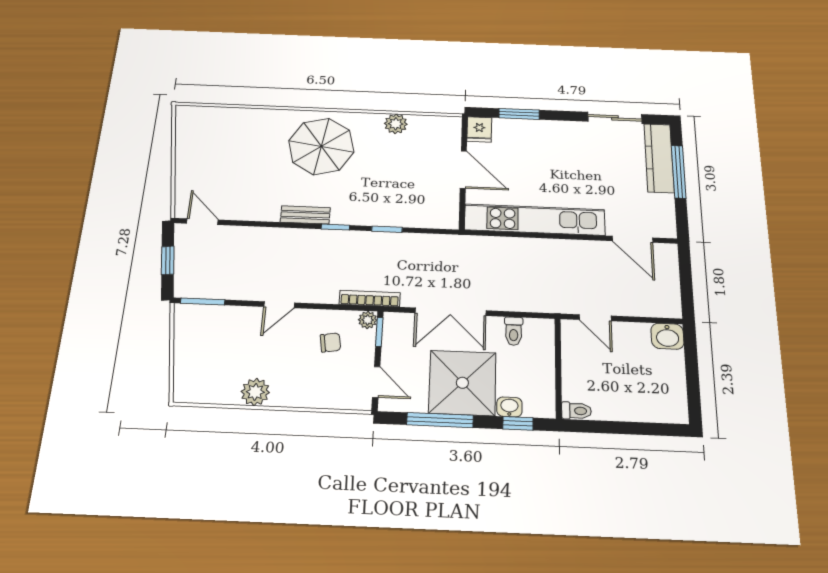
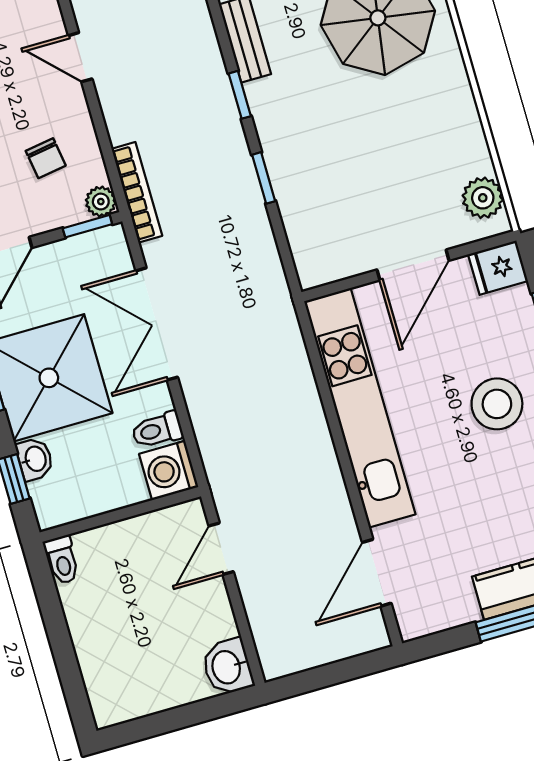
plant: (396, 124) -> (483, 198), moved
stool: (554, 152) -> (497, 404), added
washing machine: (540, 332) -> (169, 470), added

